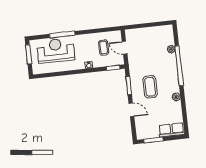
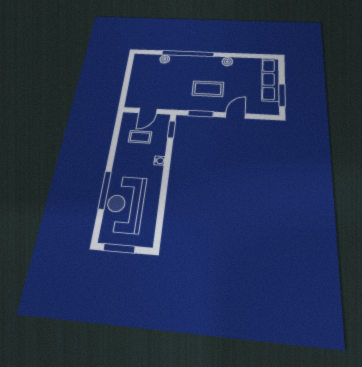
row of seats: (171, 130) -> (271, 79), width x1.48

